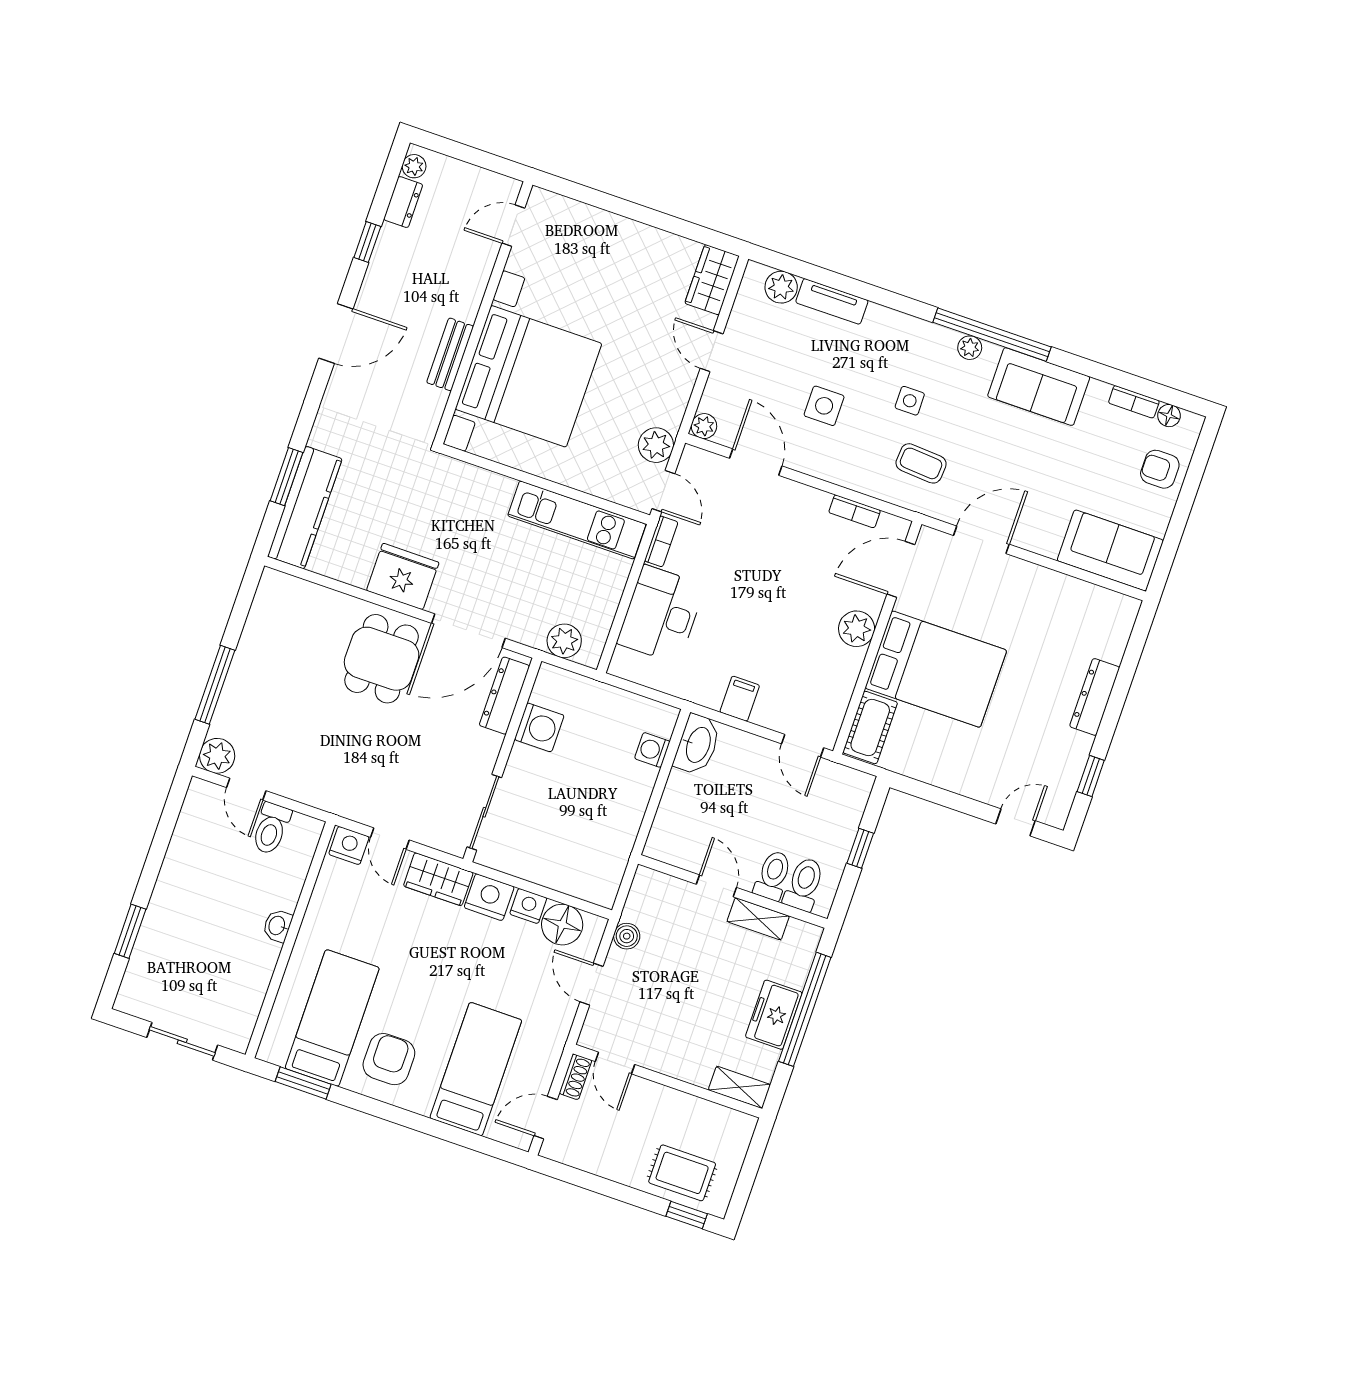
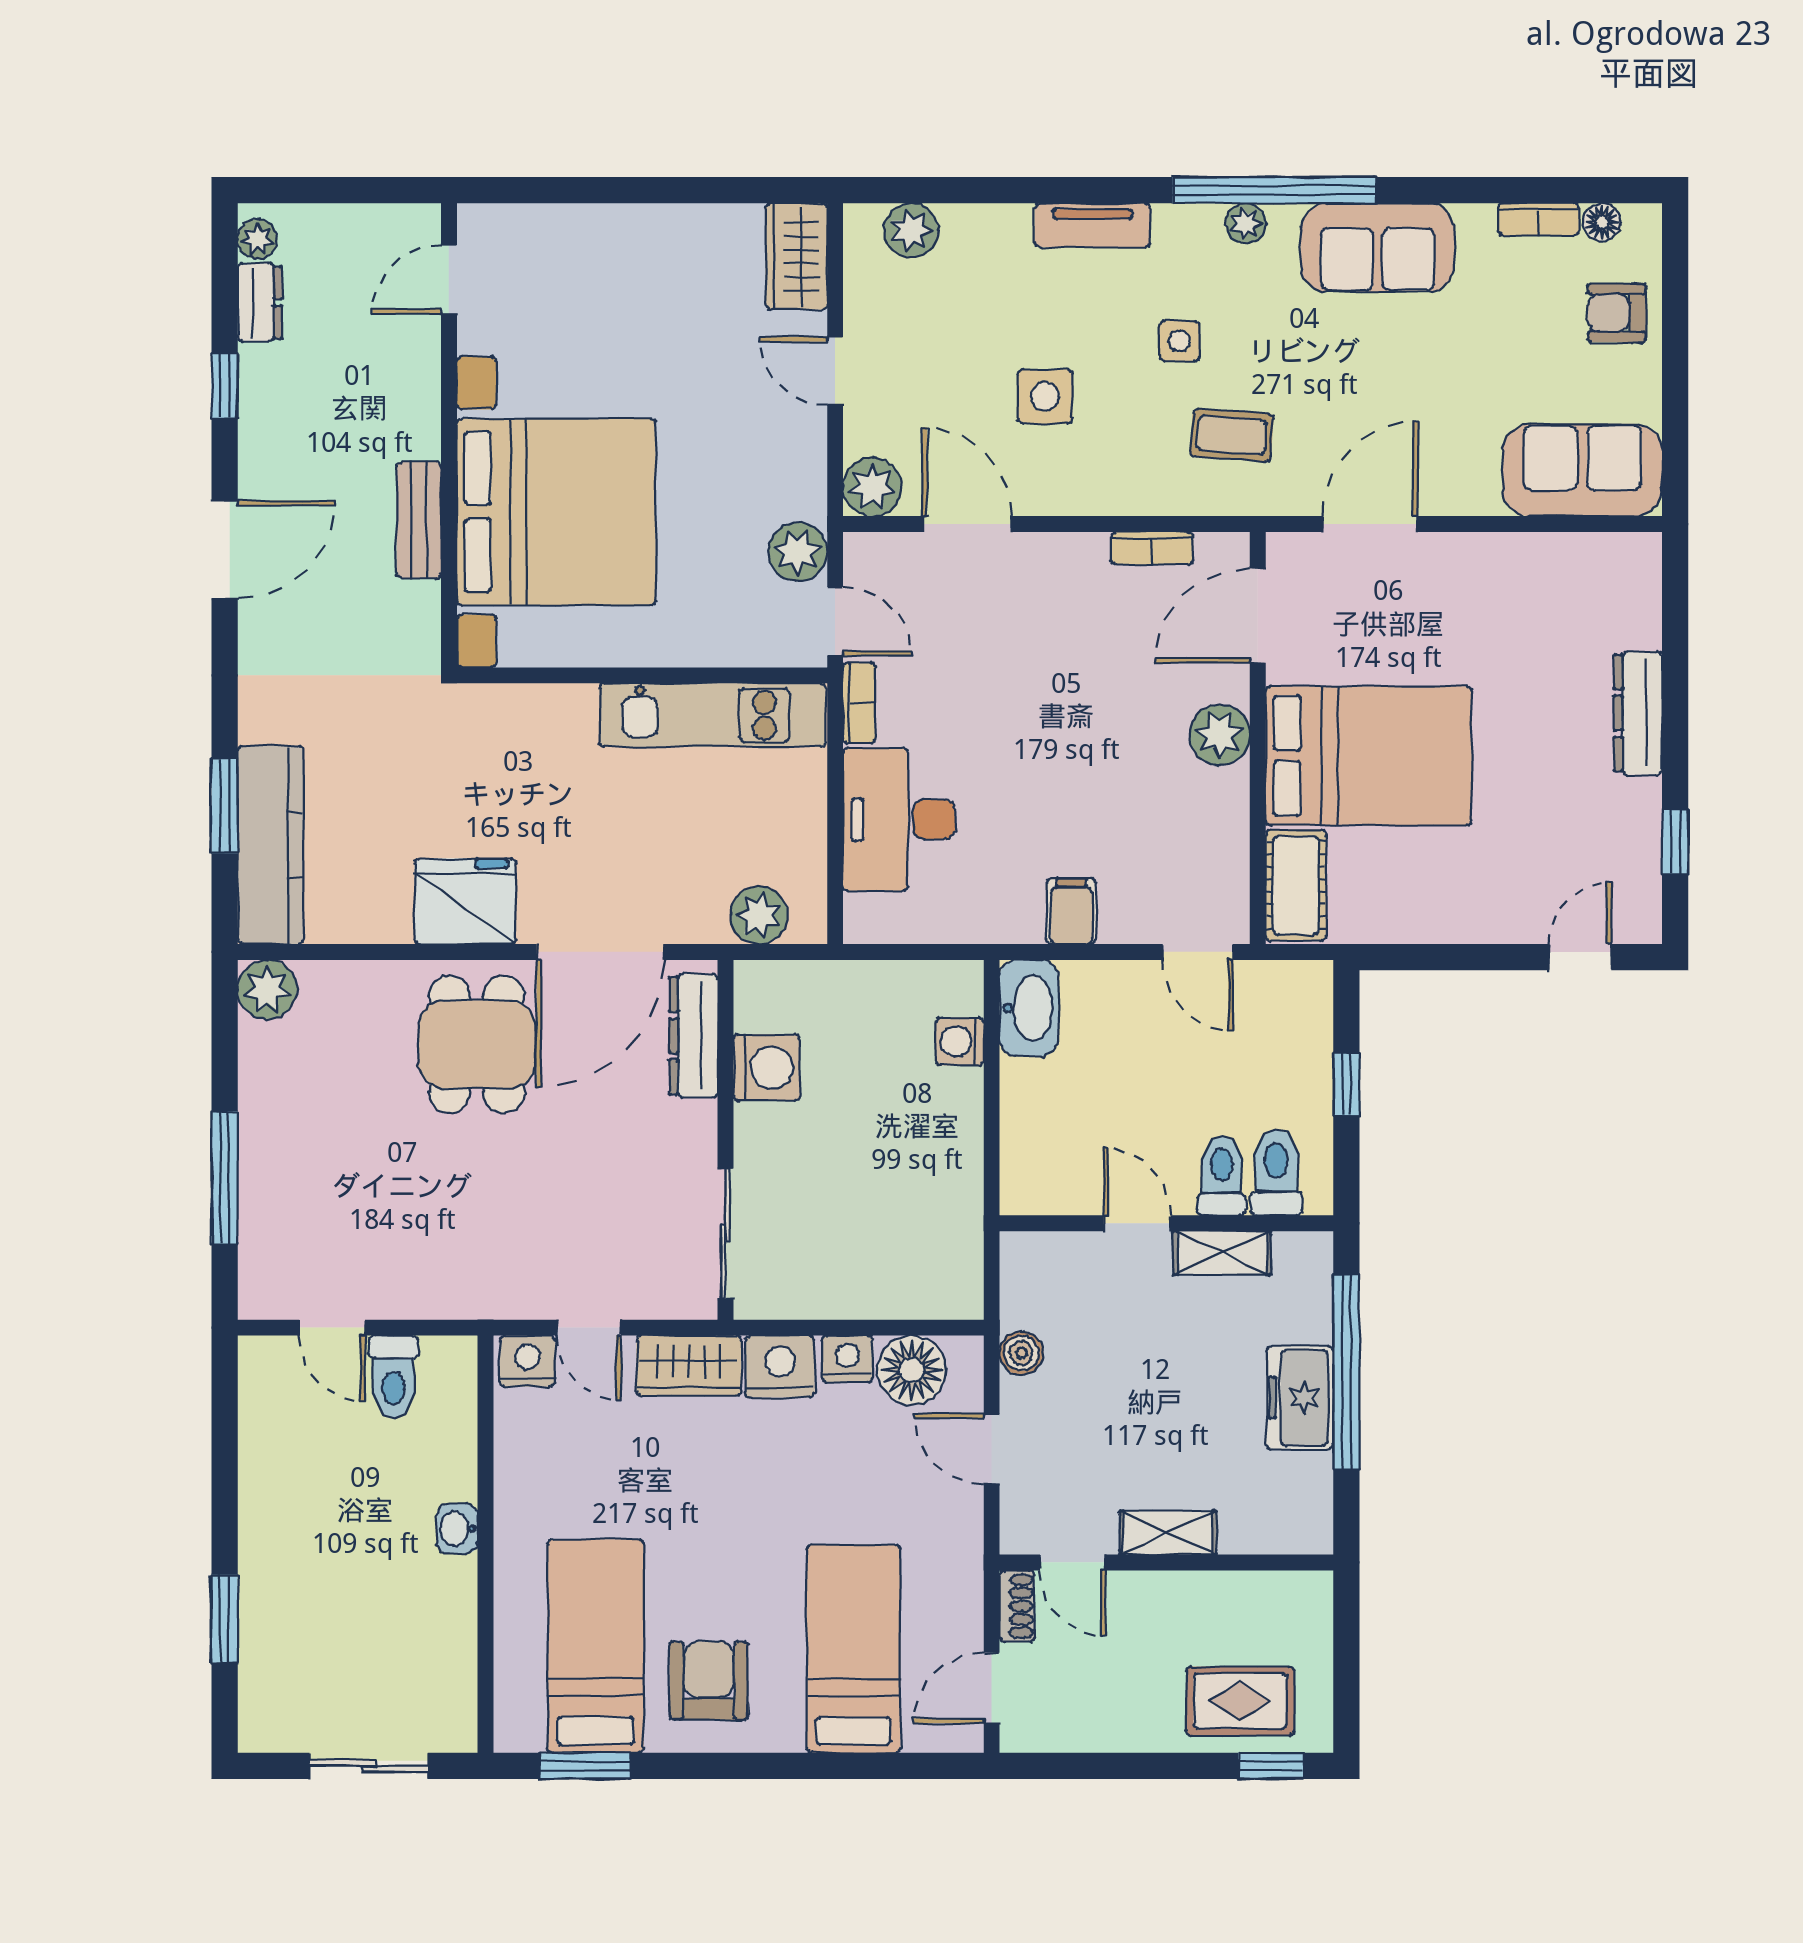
tv unit: (832, 301) -> (1092, 225), moved
plant: (704, 426) -> (872, 487), width x1.38, depth x1.38
plant: (217, 756) -> (267, 989), moved
shelving: (739, 1087) -> (1168, 1533), moved

